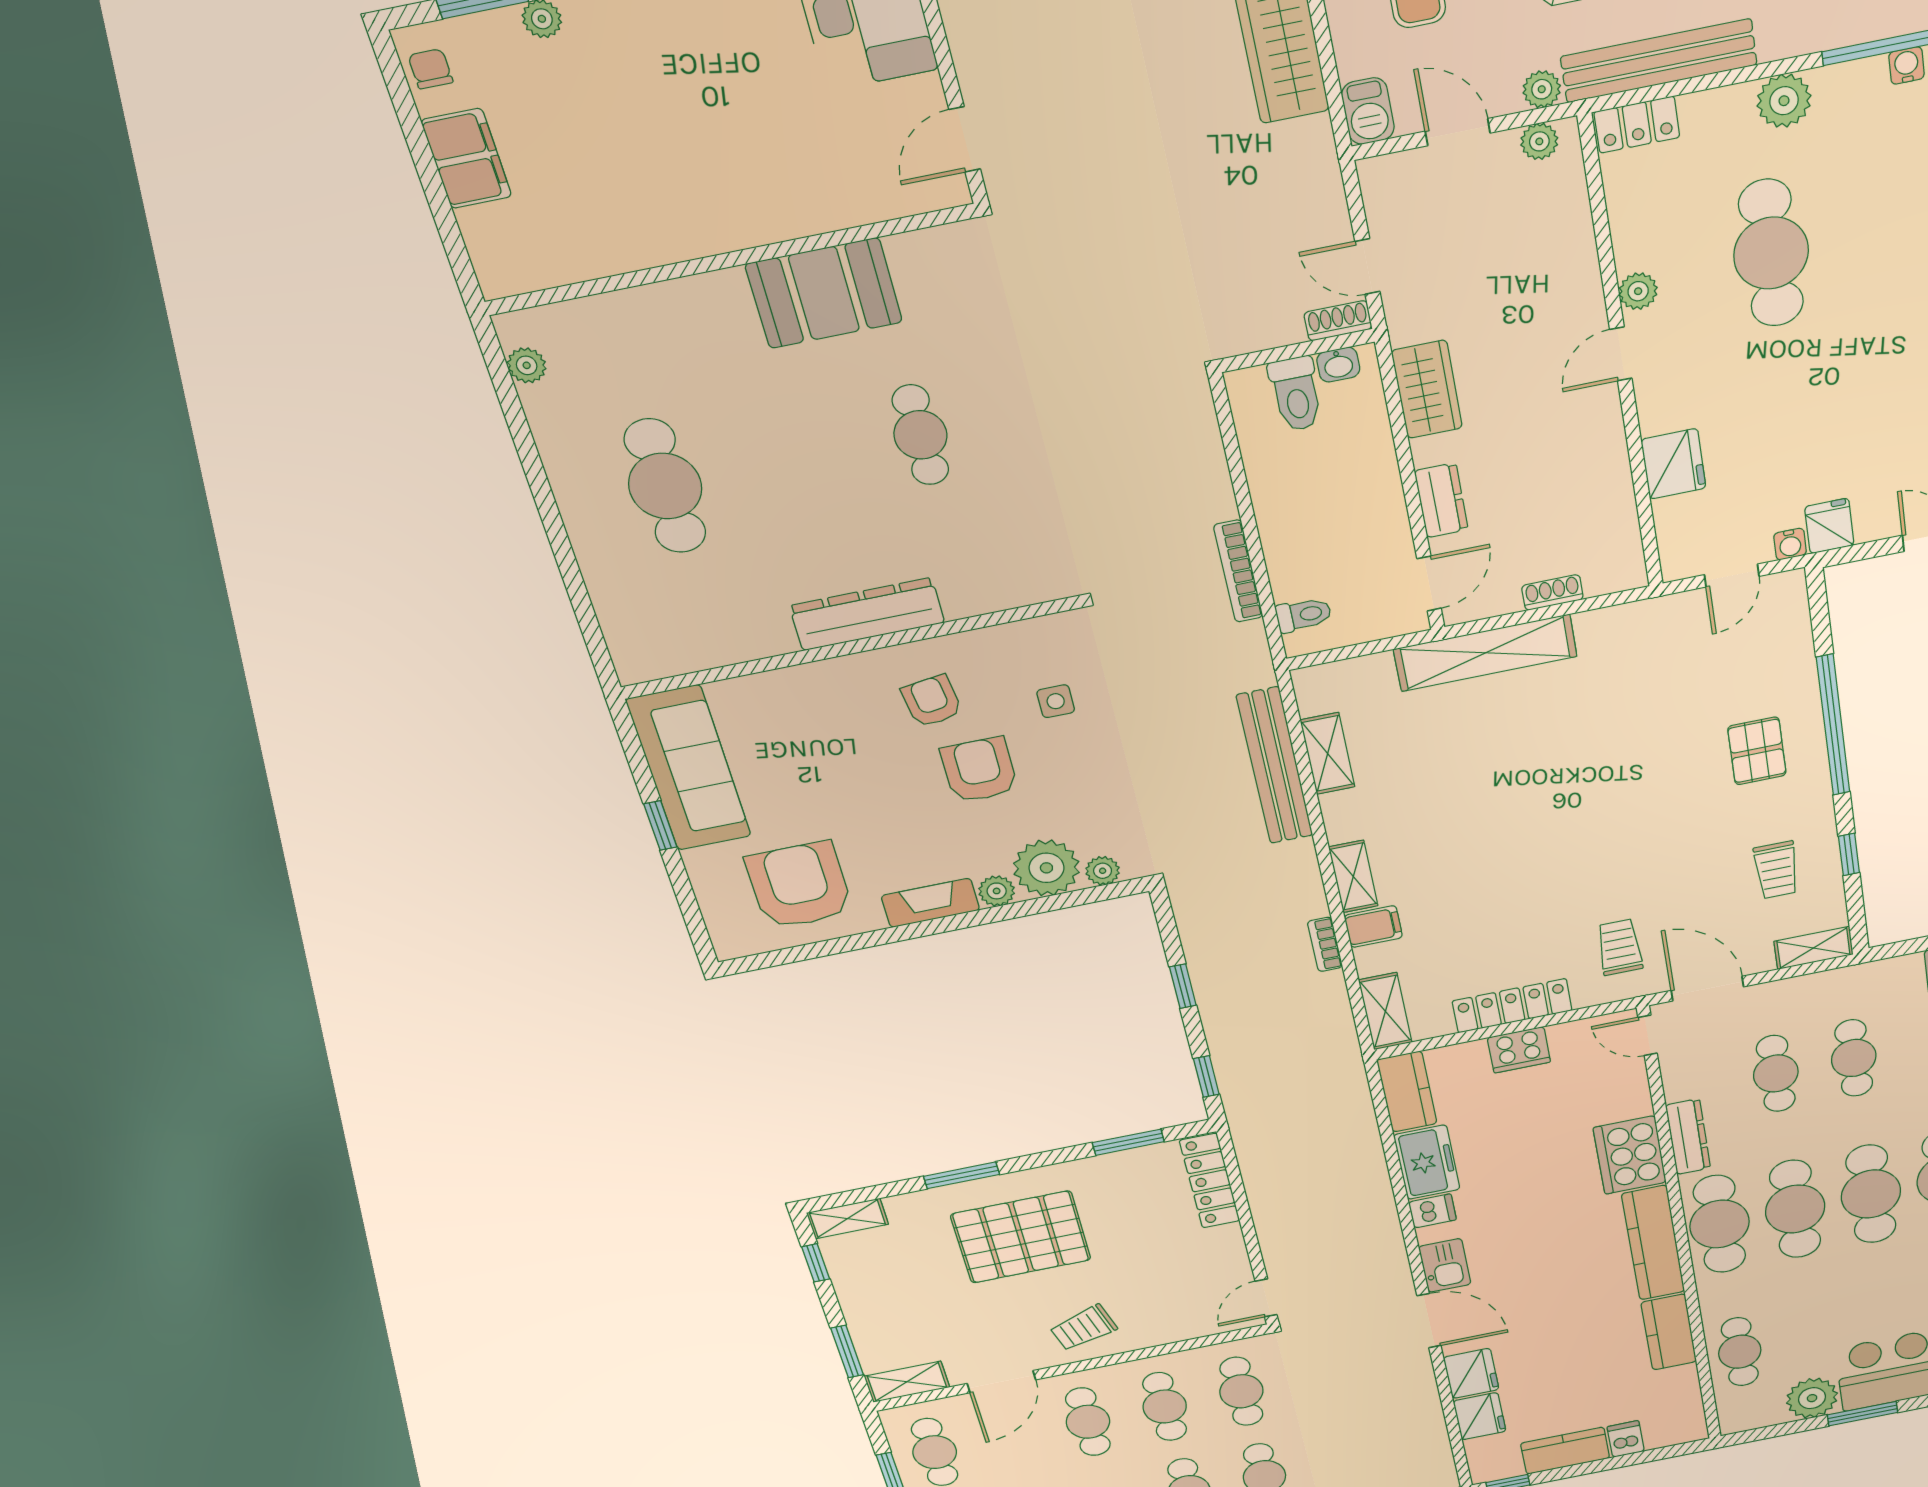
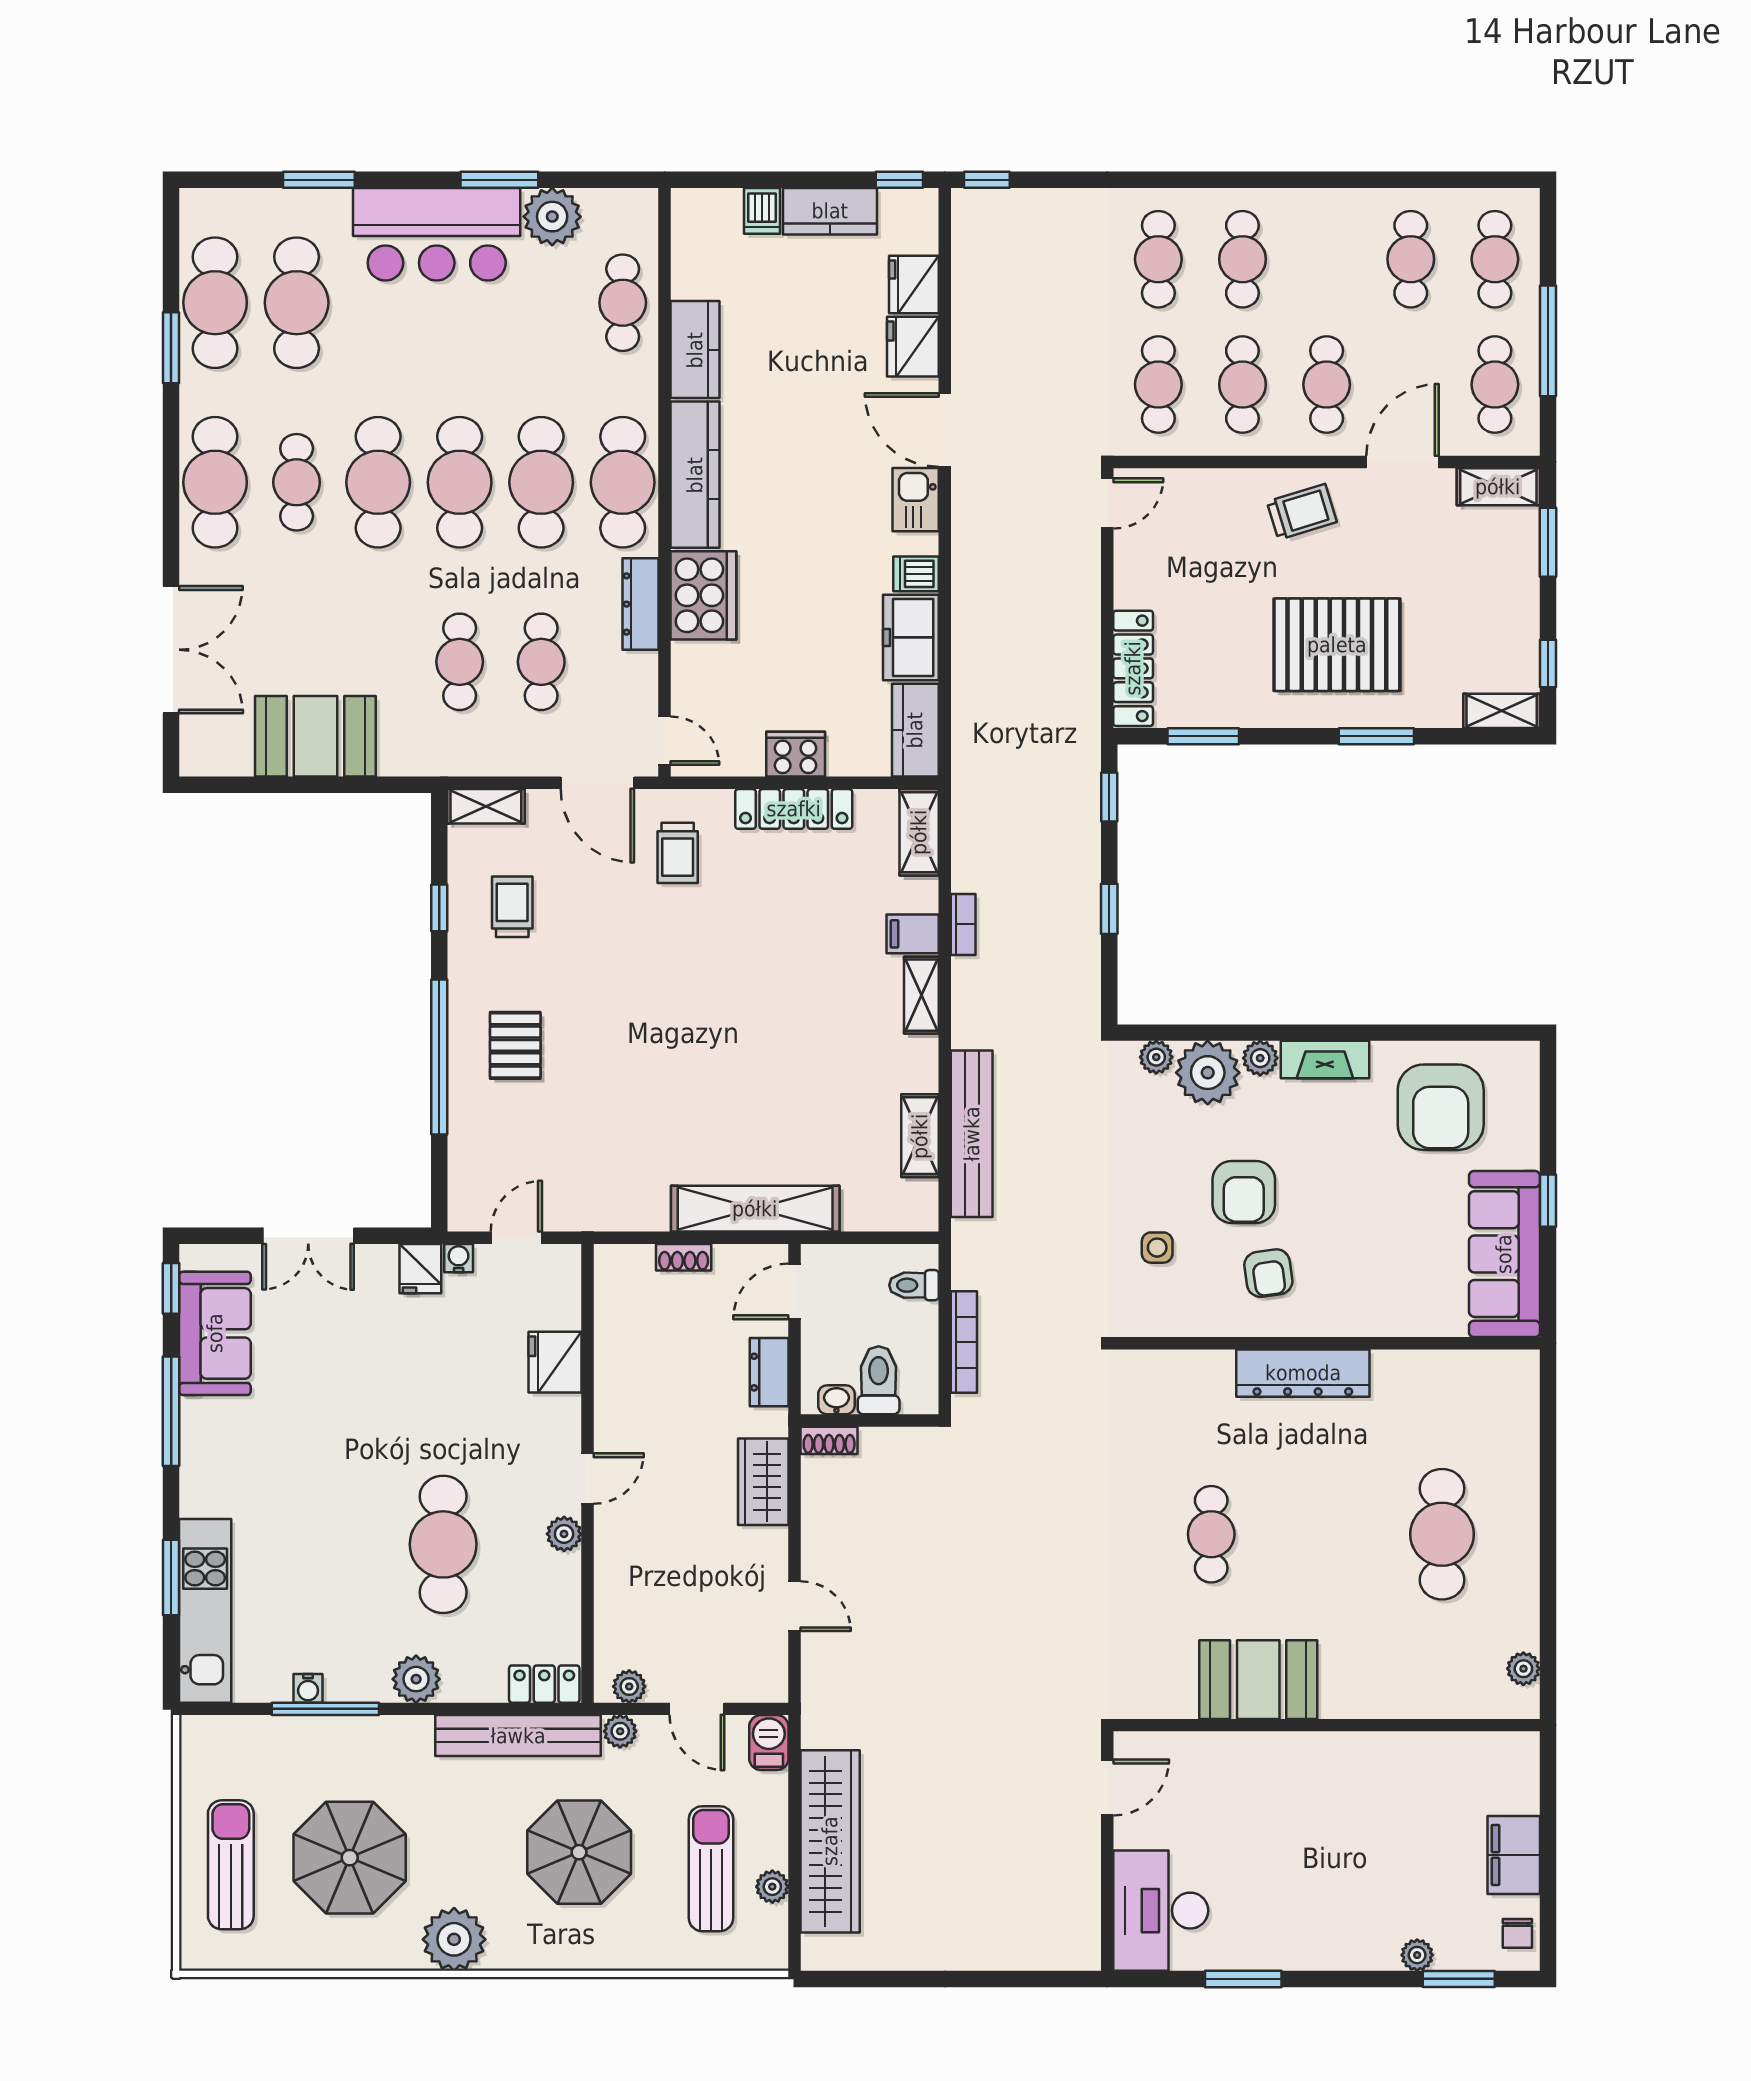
shoe rack: (1338, 321) -> (829, 1440), moved
wall: (1297, 351) -> (870, 1421), moved
washbasin: (1338, 365) -> (836, 1400), moved
toilet: (1296, 394) -> (879, 1380), moved

